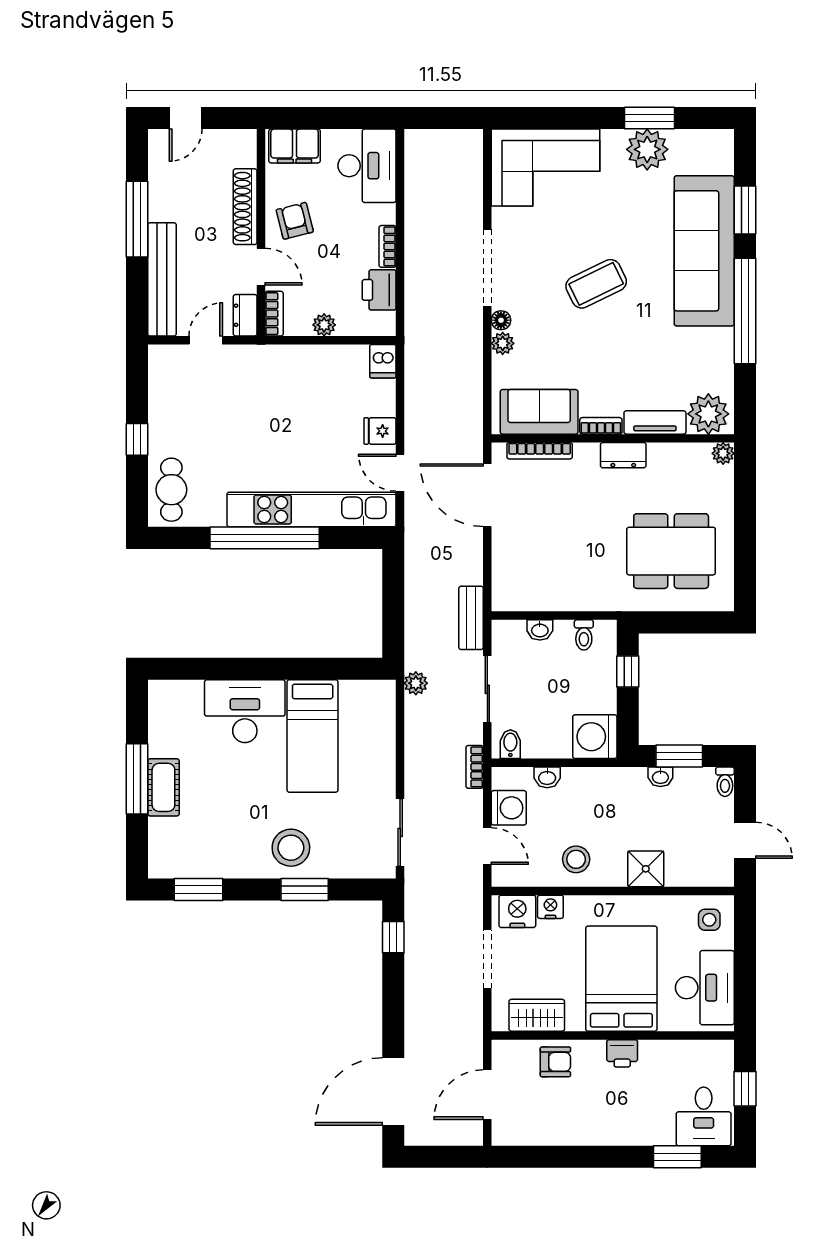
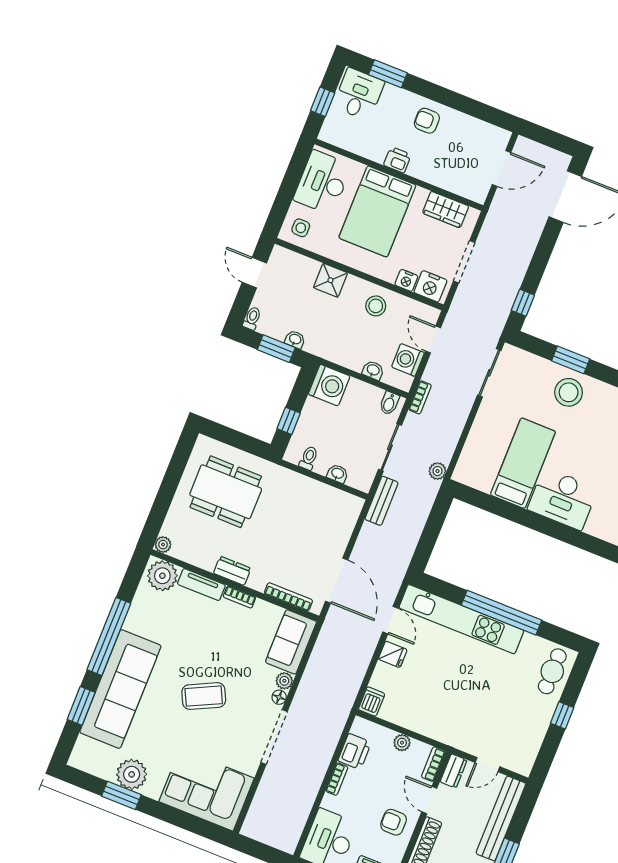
armchair: (295, 221) -> (394, 822), turned 104
sofa: (539, 412) -> (291, 642), moved, turned 90
armchair: (555, 1062) -> (427, 121), moved

